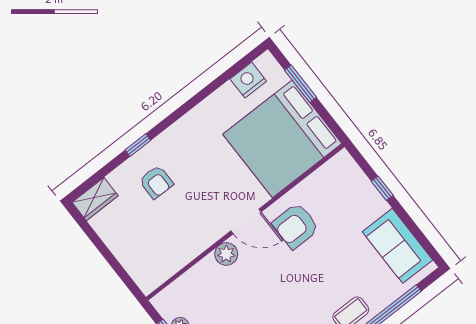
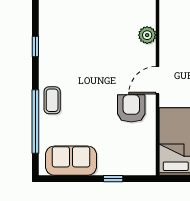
plant: (226, 254) -> (147, 35), moved

